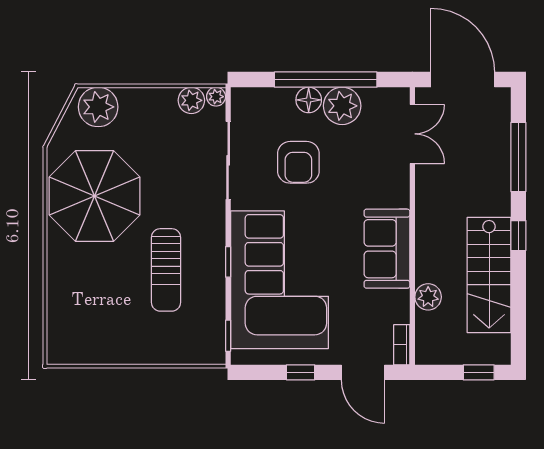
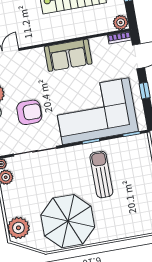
sun lounger: (166, 270) -> (101, 175), turned -90
plant: (428, 297) -> (121, 22), moved

